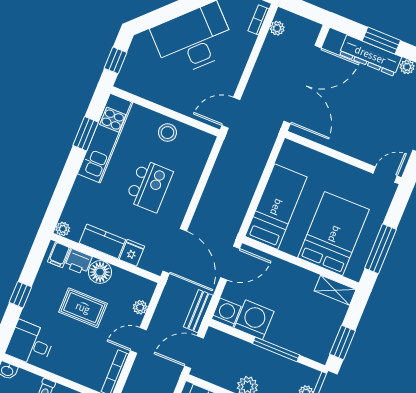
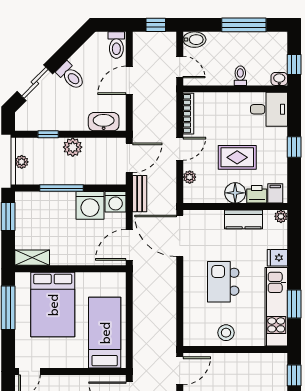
bed: (276, 207) -> (105, 333), moved, turned 180
fridge: (132, 253) -> (277, 258), moved, turned 90

